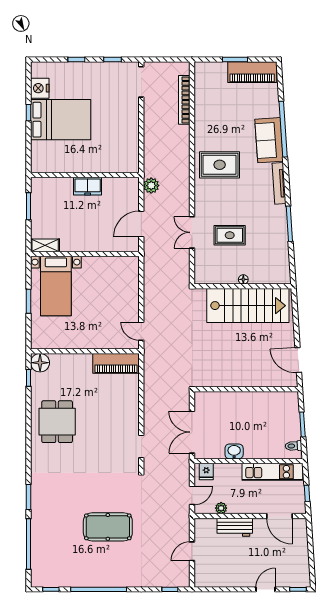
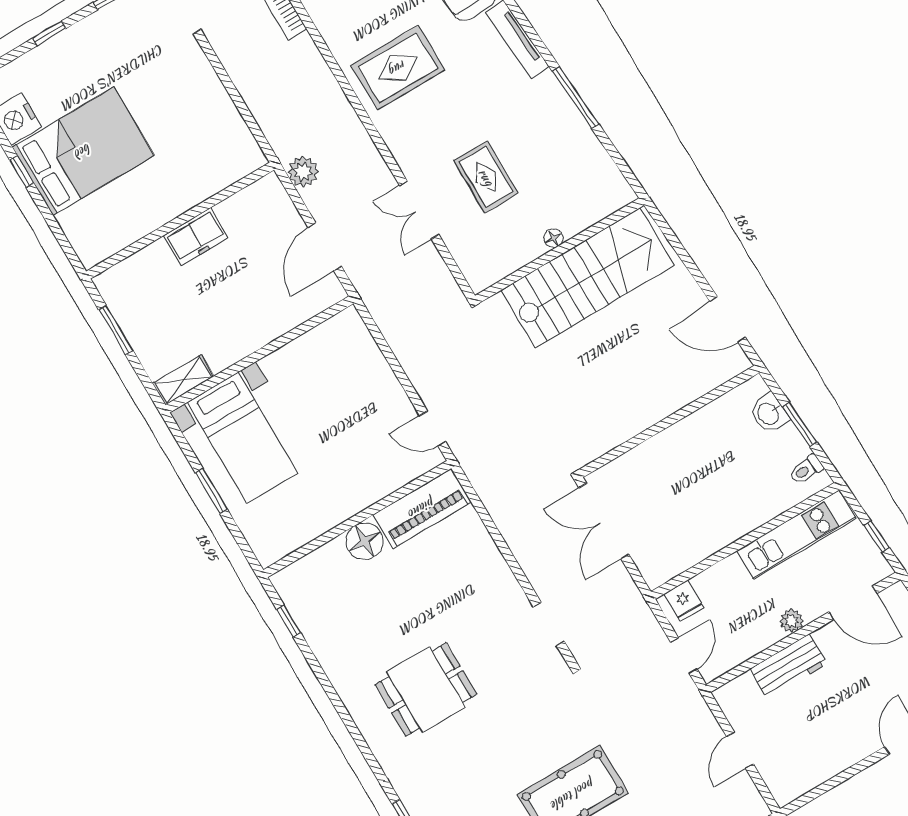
rug: (230, 235) -> (486, 177), turned 90
floor lamp: (40, 363) -> (364, 541), moved
dining table: (57, 422) -> (426, 689), moved, turned 90
double door: (192, 432) -> (604, 521), moved
washbasin: (234, 451) -> (769, 413), moved, turned -94
plant: (221, 508) -> (791, 621), moved

